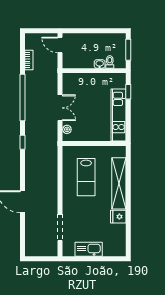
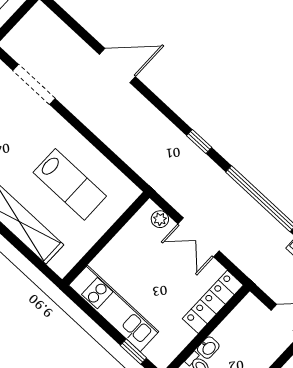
locker: (80, 79) -> (213, 302), added
lab bench: (86, 177) -> (70, 184), turned 180

